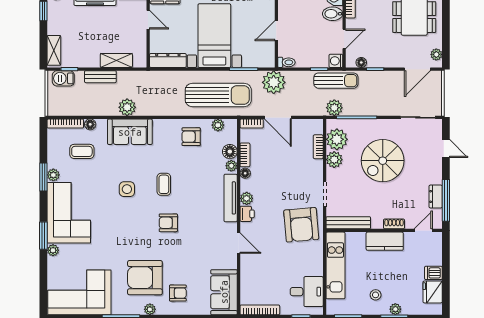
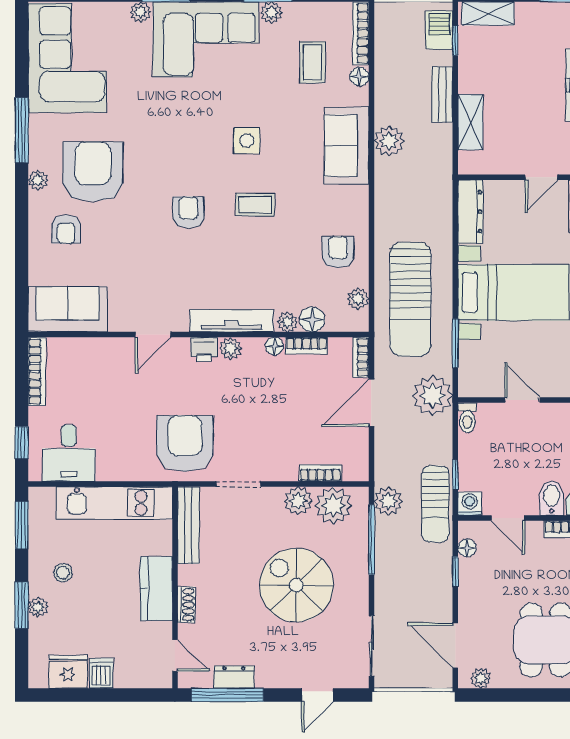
armchair: (301, 225) -> (185, 443), turned 95

